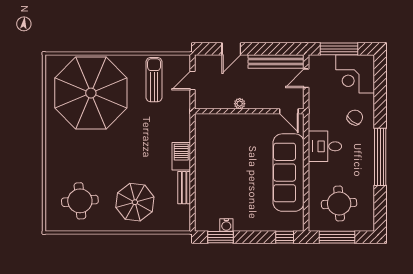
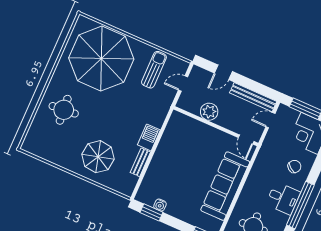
plant: (240, 104) -> (209, 112), width x1.88, depth x1.88
desk: (325, 146) -> (283, 198), moved, turned 180
round table: (80, 201) -> (64, 110), moved

